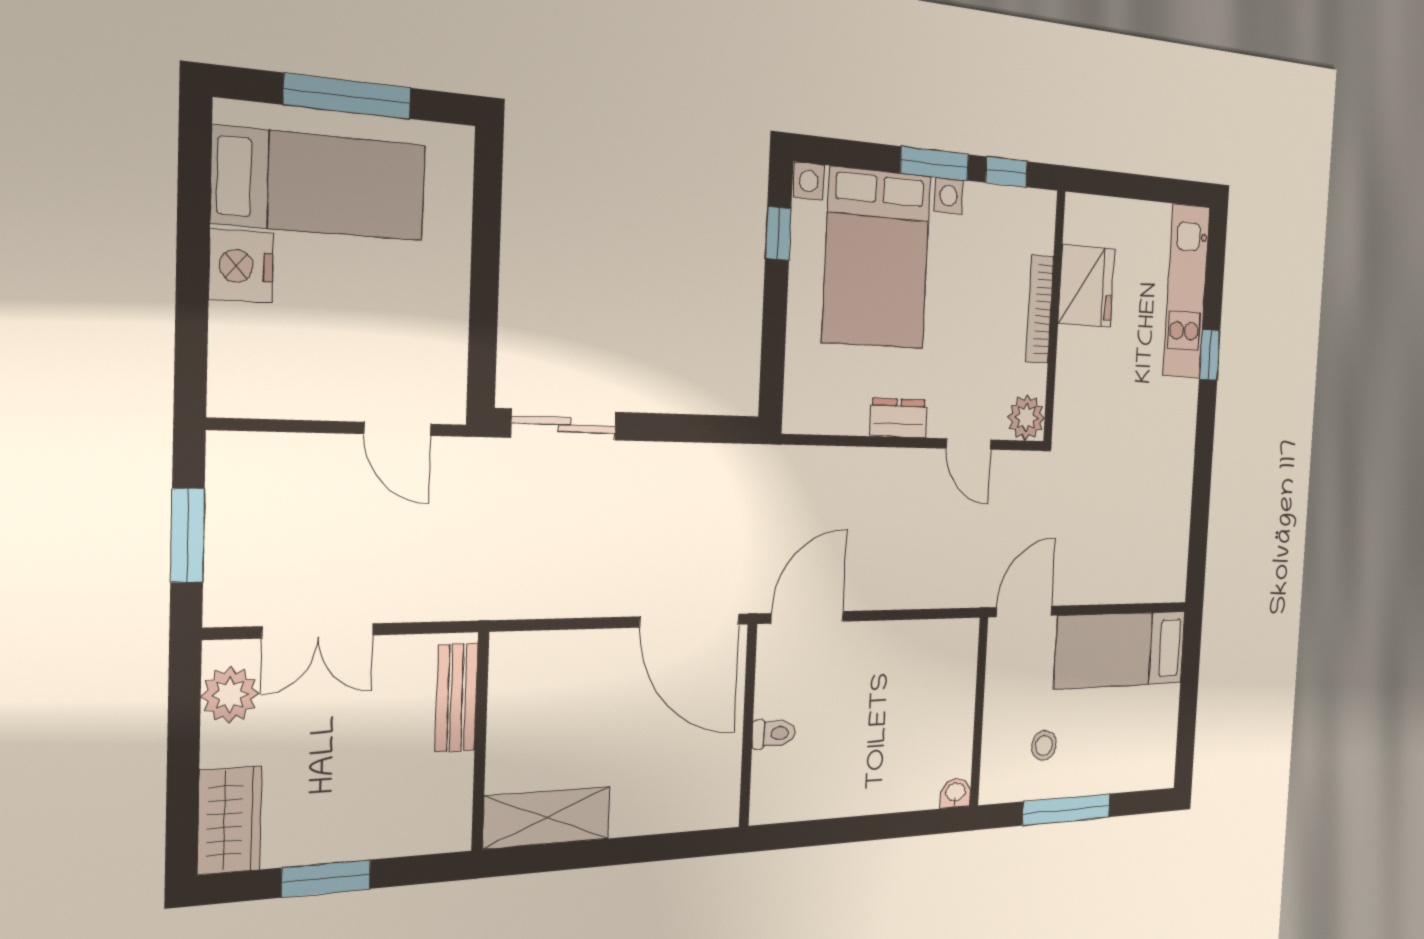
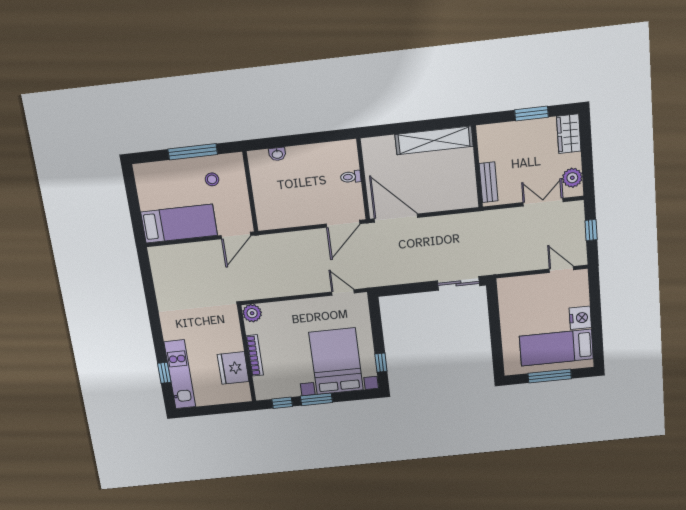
window: (1210, 355) -> (164, 373), moved
dresser: (898, 418) -> (315, 305), removed
door: (398, 429) -> (561, 269), moved
door: (969, 444) -> (343, 292), moved
window: (188, 535) -> (591, 230), width x0.67
washbasin: (956, 793) -> (277, 154), moved
shelving: (547, 818) -> (434, 140), width x1.47

